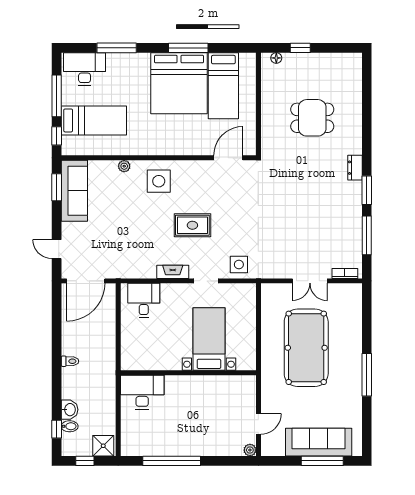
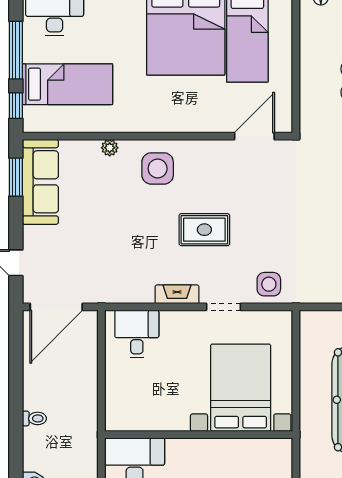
bed with nightstands: (209, 339) -> (241, 388), width x1.36

